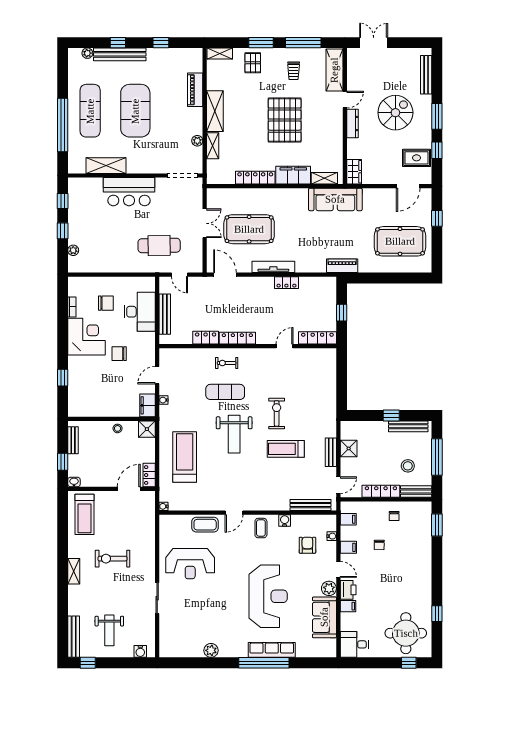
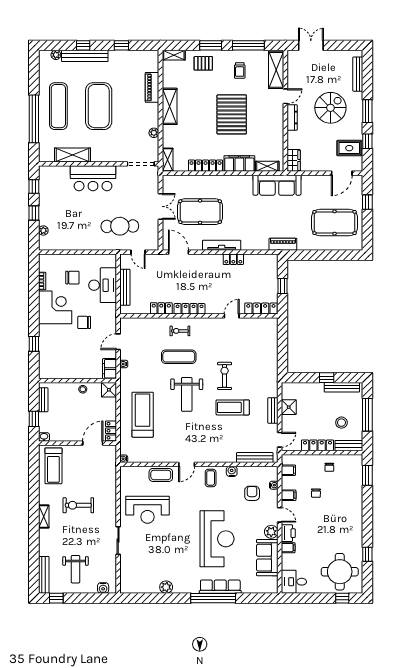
pallet: (253, 63) -> (203, 63), turned 90
shelving: (213, 146) -> (168, 160), moved

